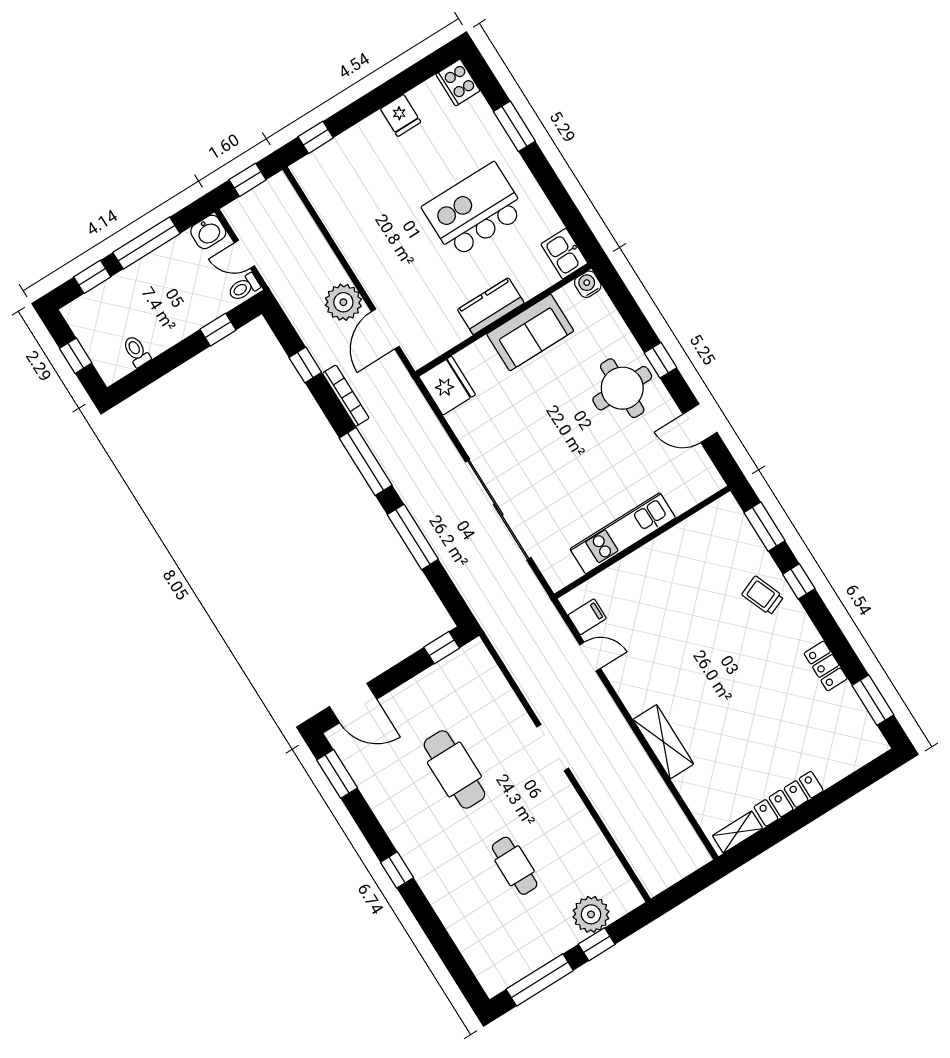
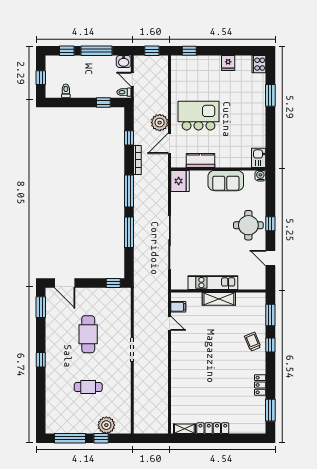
kitchen island: (474, 210) -> (198, 116), moved
kitchen counter: (491, 306) -> (201, 161), moved
shelving: (663, 742) -> (219, 299), moved, turned 90
cafe table: (515, 866) -> (88, 387), turned 90

